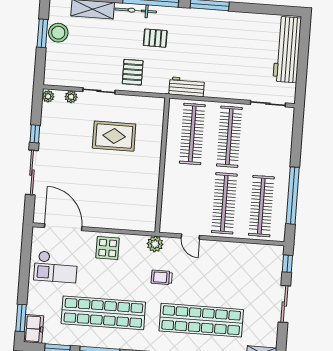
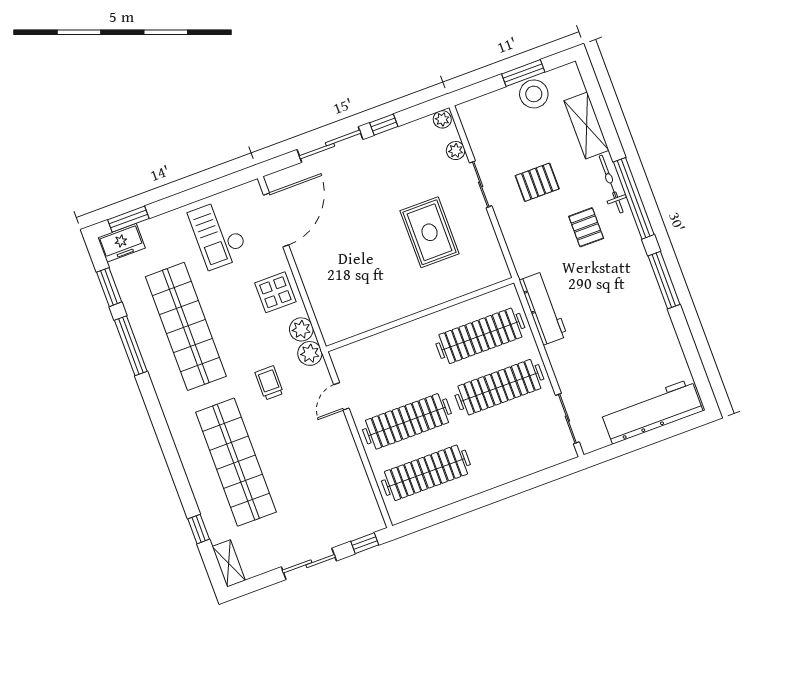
pallet: (133, 72) -> (537, 182), moved
workbench: (187, 87) -> (543, 308), width x1.38
window: (293, 196) -> (459, 508), removed
plant: (138, 243) -> (301, 329), added

